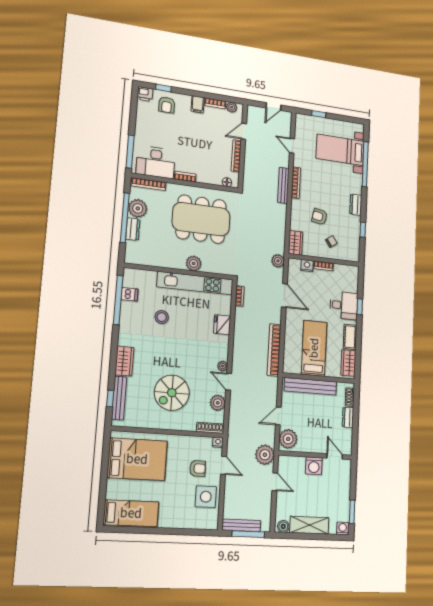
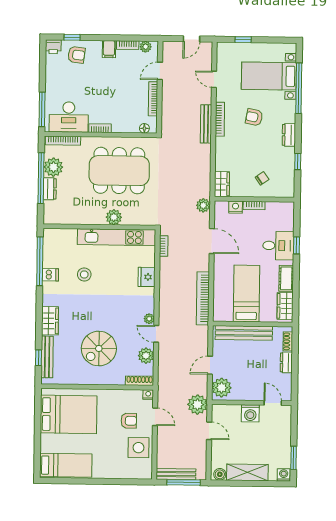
armchair: (167, 105) -> (76, 55), turned -83
armchair: (319, 217) -> (254, 117), moved
dishwasher: (129, 294) -> (50, 275), moved

